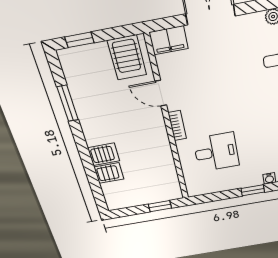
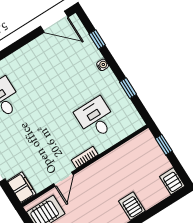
server rack: (109, 173) -> (172, 181), moved
window: (253, 190) -> (128, 88), moved

